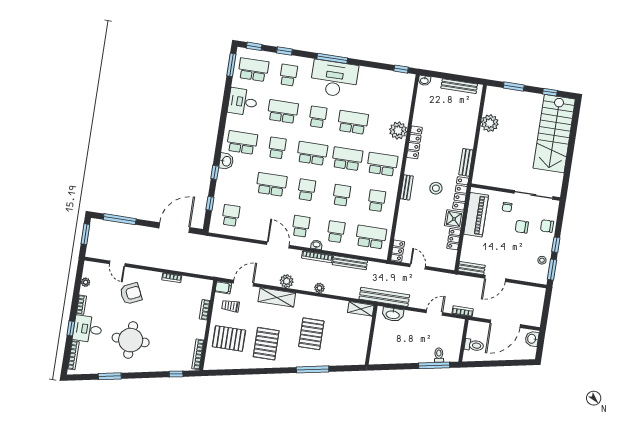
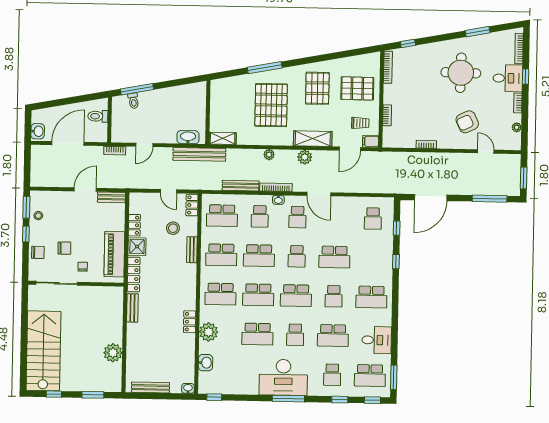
locker: (414, 142) -> (190, 322), width x0.66
washbasin: (226, 161) -> (206, 363), moved, turned 180
bench: (407, 187) -> (192, 250), moved
stool: (436, 188) -> (173, 228), moved
school desk: (342, 195) -> (259, 256), width x1.85
school desk: (377, 201) -> (221, 255), width x1.85
pallet: (311, 334) -> (271, 105), width x1.37, depth x1.41

